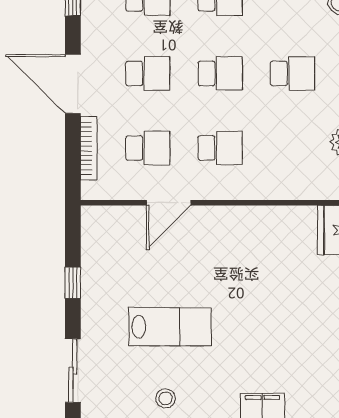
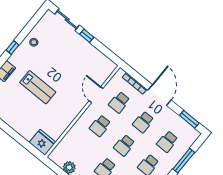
door: (73, 84) -> (160, 95), hinge flipped
window: (73, 283) -> (87, 36), moved
lab bench: (170, 327) -> (38, 87), moved, turned -90

